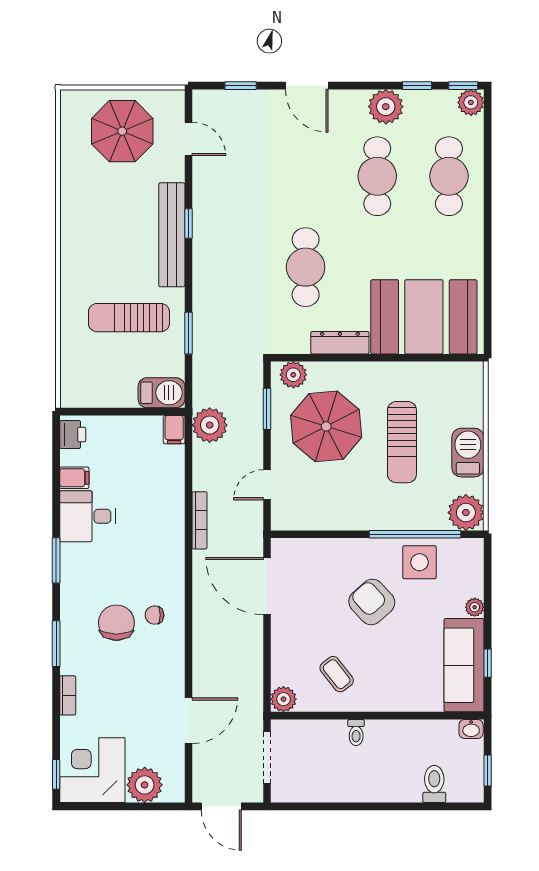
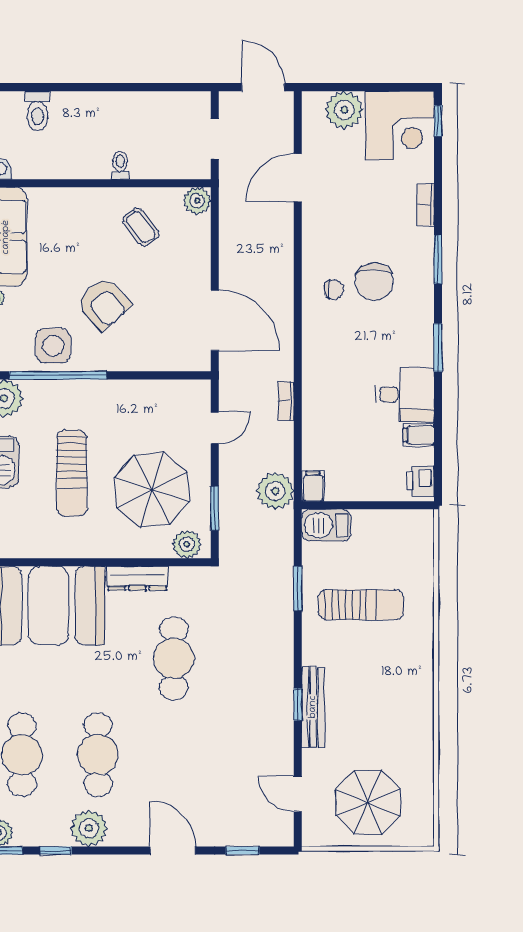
bench: (172, 235) -> (313, 707), width x0.73, depth x0.82
sun lounger: (402, 442) -> (72, 473), turned 180
bookcase: (200, 520) -> (286, 401), width x0.64
doorway: (267, 757) -> (215, 139), width x0.73

